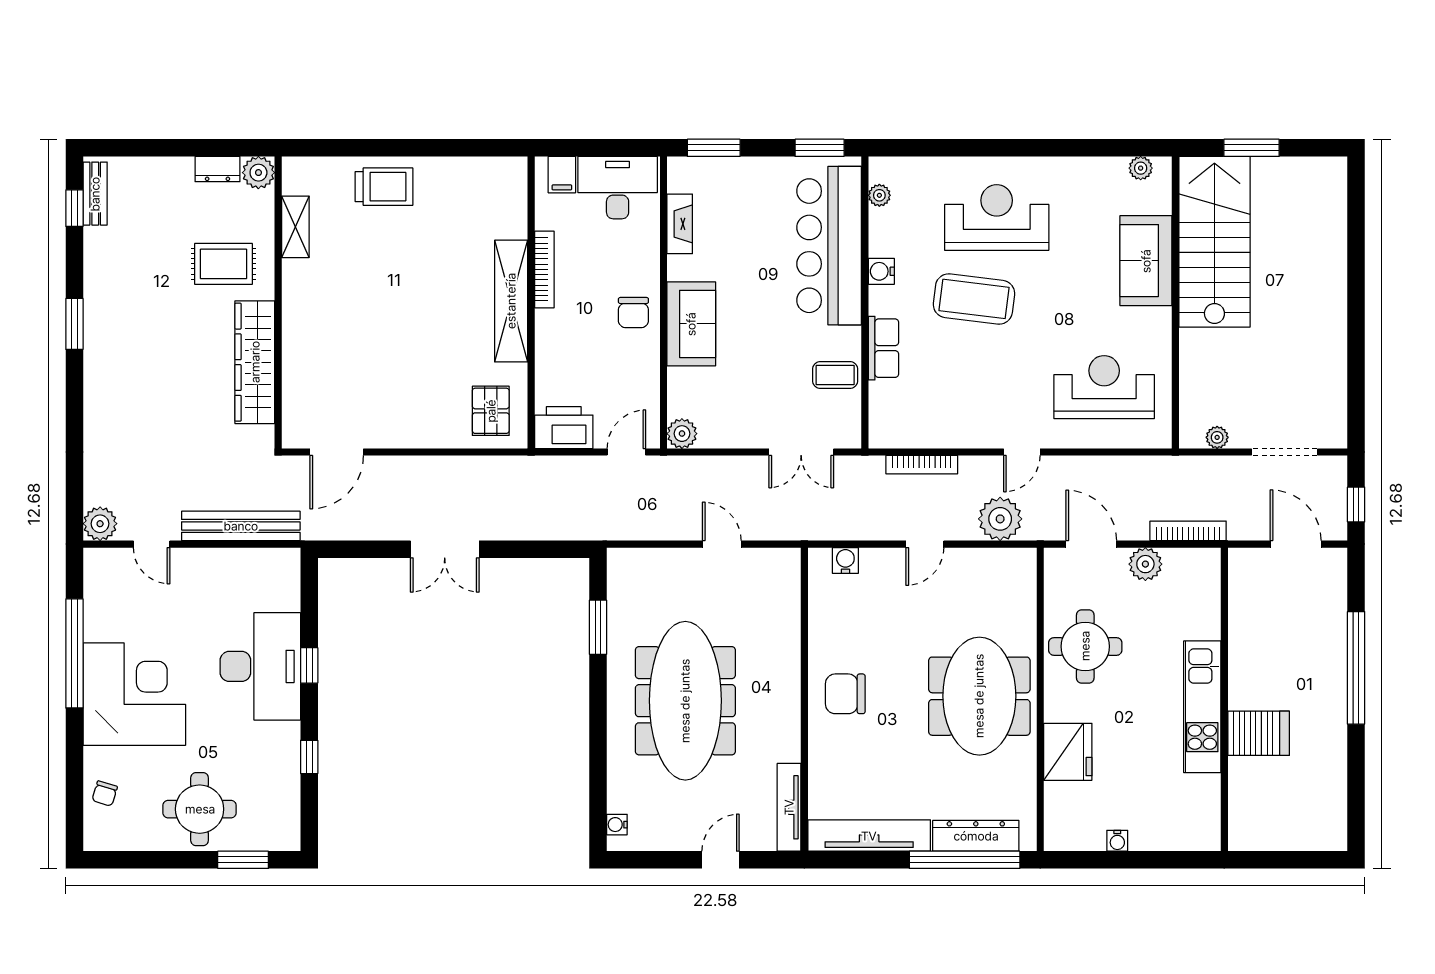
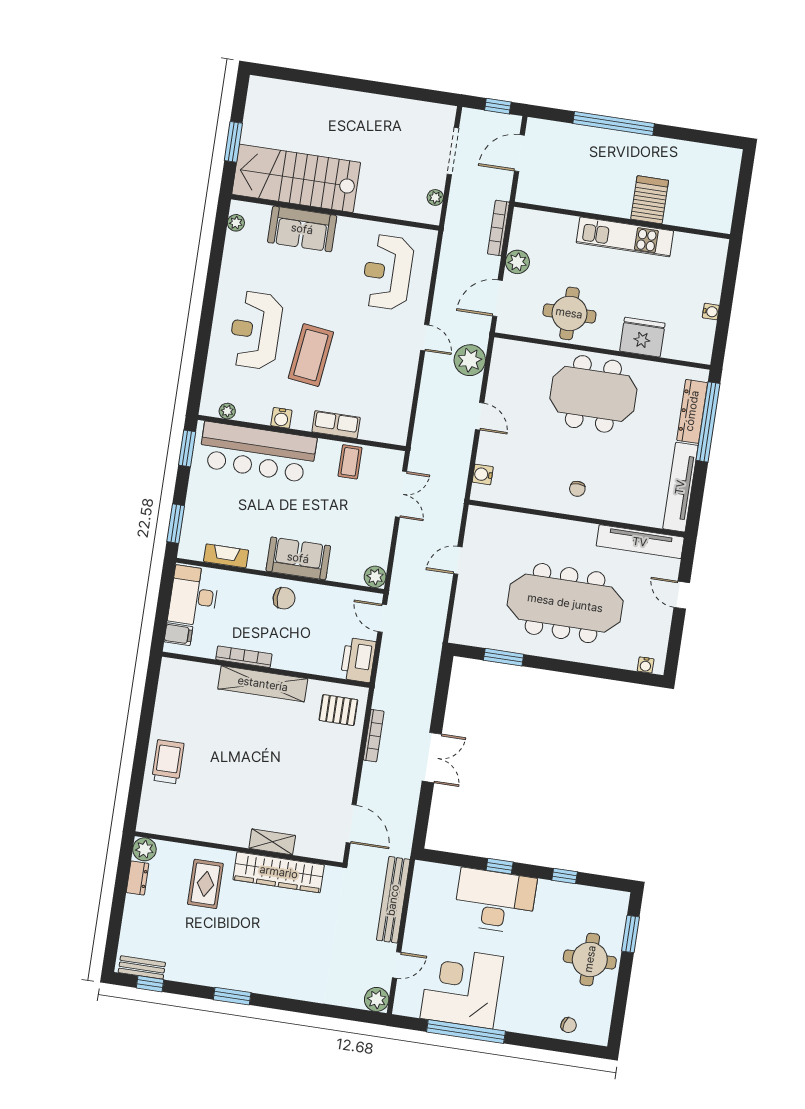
shelving: (295, 227) -> (272, 842), moved
bookcase: (922, 465) -> (374, 736), moved
corner desk: (134, 694) -> (462, 987), moved
chair: (845, 694) -> (577, 489), width x0.54, depth x0.54
tv unit: (789, 807) -> (640, 542), width x1.36, depth x1.29

